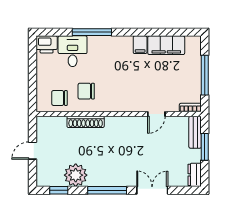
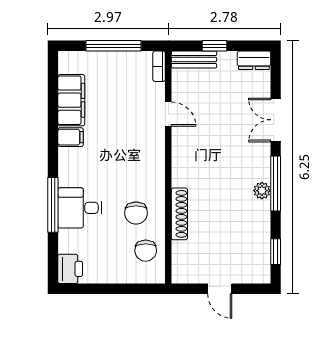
desk: (73, 51) -> (80, 208), moved
window: (205, 147) -> (215, 46), width x0.67
plant: (76, 175) -> (262, 191), moved, width x0.53, depth x0.53

